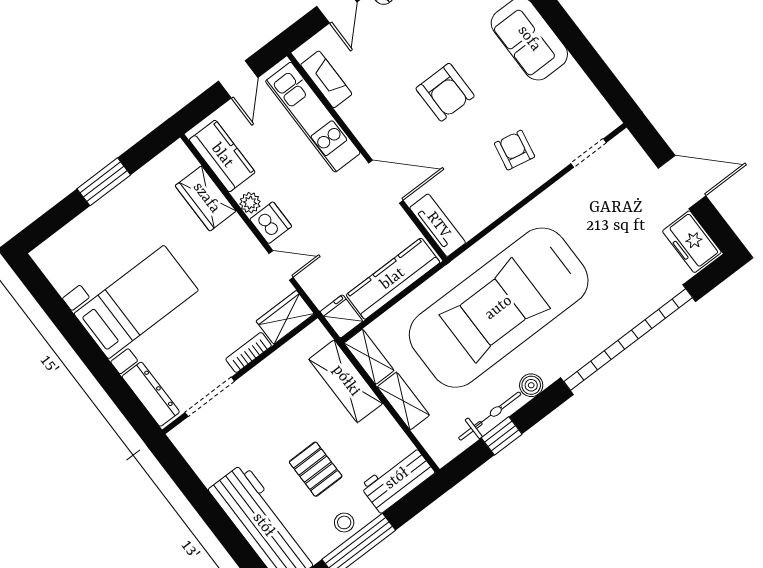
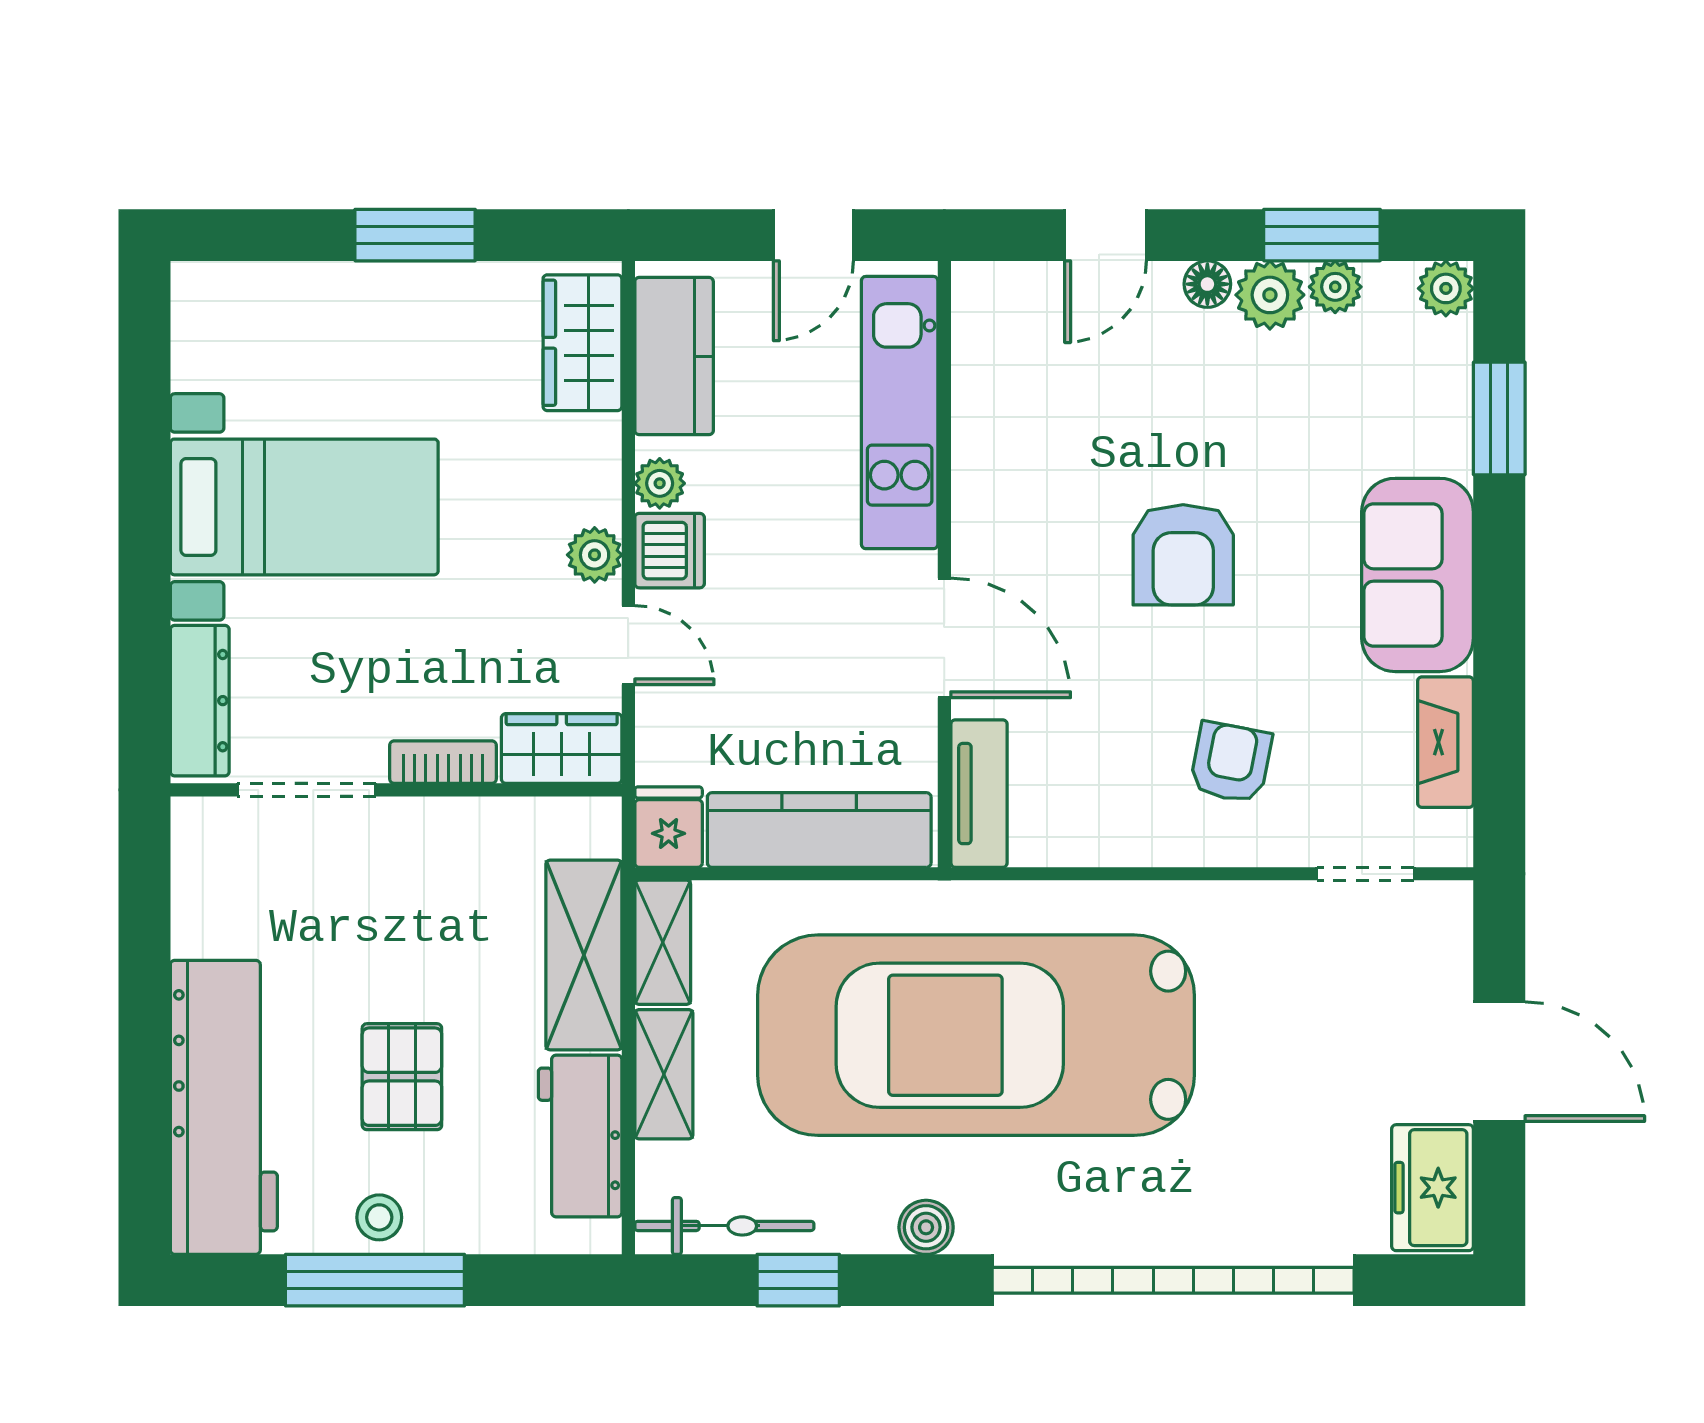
fireplace: (326, 79) -> (1446, 742), moved, turned 180
wardrobe: (206, 198) -> (582, 343), moved
plant: (246, 244) -> (595, 555), added
bicycle: (490, 416) -> (724, 1226), moved
workbench: (397, 479) -> (580, 1136), moved, turned -90

